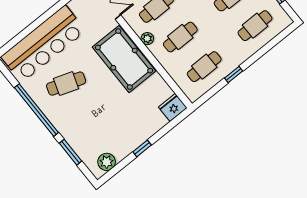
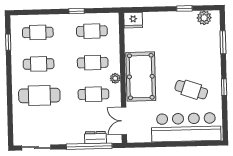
window: (36, 110) -> (224, 87), width x0.32
window: (142, 148) -> (184, 8), moved

